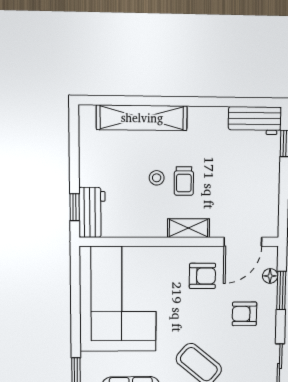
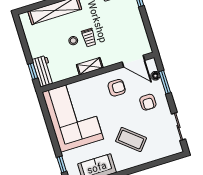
shelving: (189, 228) -> (90, 66), moved
door: (243, 242) -> (133, 61), hinge flipped
armchair: (244, 314) -> (148, 102), turned -90

